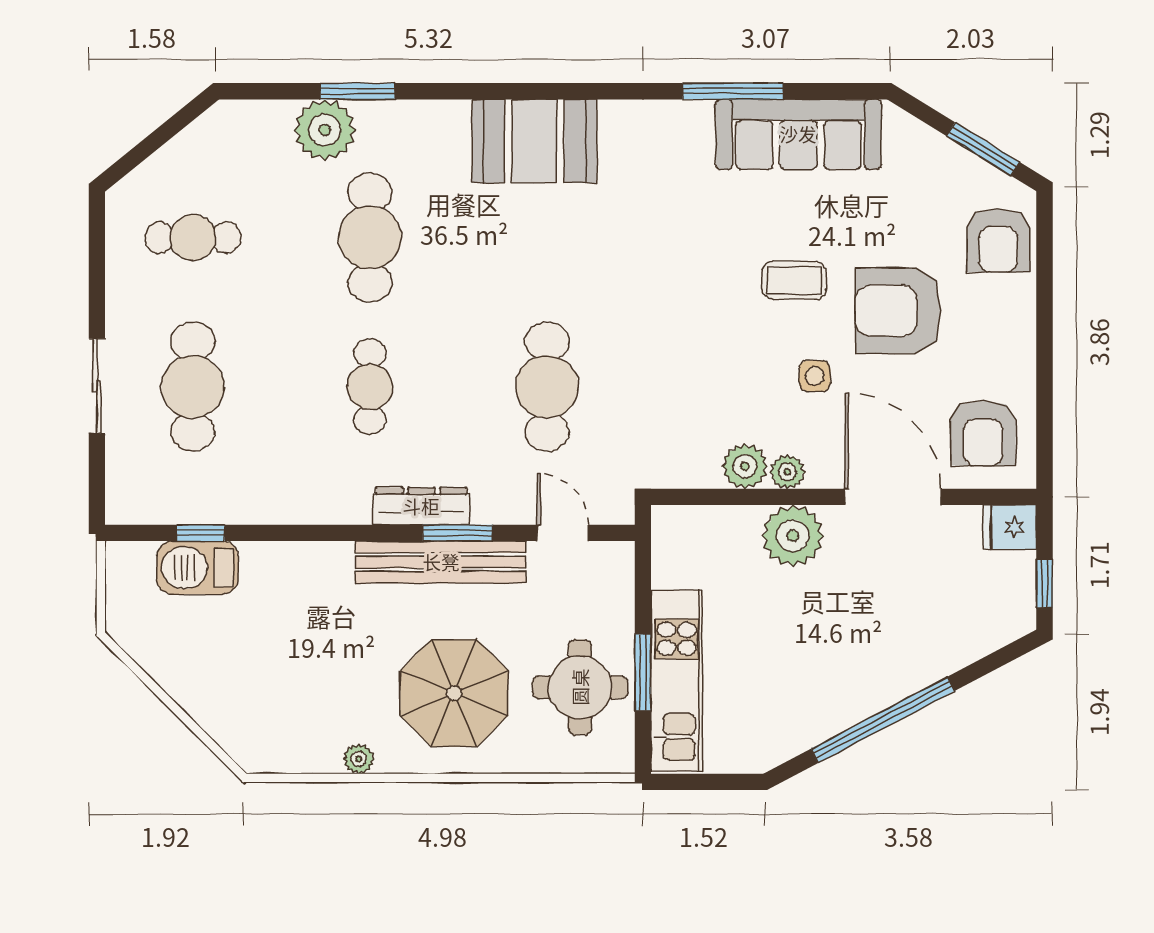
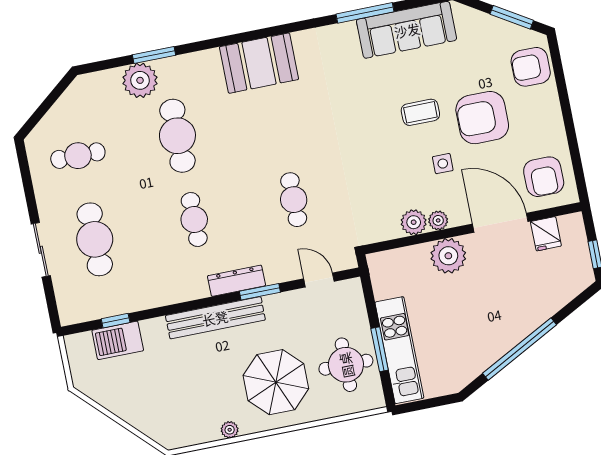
armchair: (998, 240) -> (531, 67), turned 90
cafe table: (547, 387) -> (294, 200), width x0.73, depth x0.74
fridge: (1010, 527) -> (546, 234), moved, turned -90
bench: (441, 562) -> (215, 318), moved

